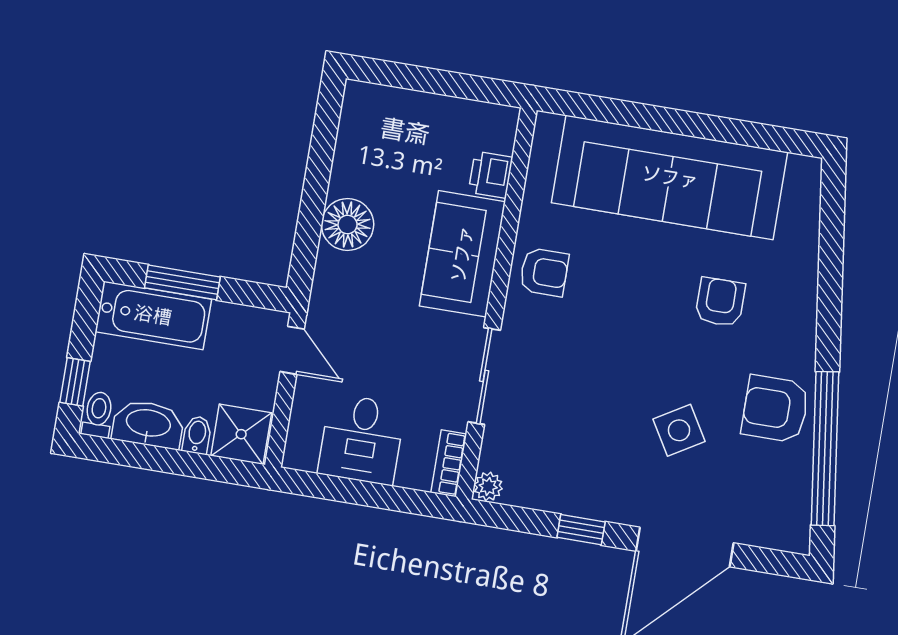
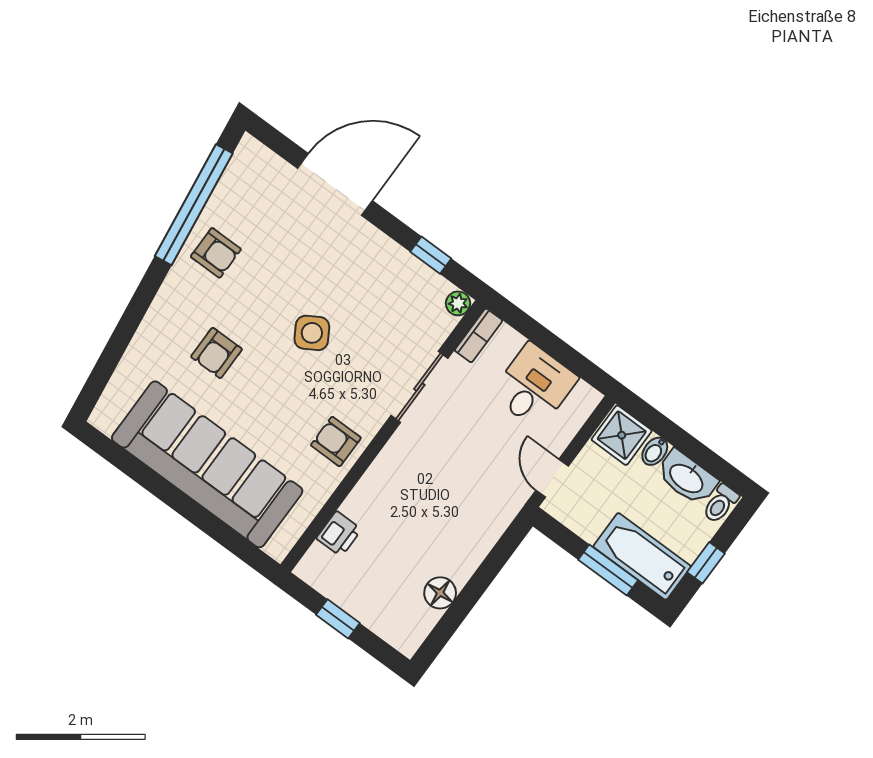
window: (445, 83) -> (338, 619), added
floor lamp: (348, 225) -> (440, 593), moved, width x0.73, depth x0.73
sofa: (462, 254) -> (390, 486), removed
window: (75, 382) -> (706, 563), moved
armchair: (775, 409) -> (216, 253), width x0.72, depth x0.72
side table: (679, 430) -> (312, 333), moved
window: (581, 530) -> (431, 255), moved

